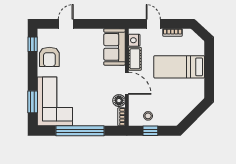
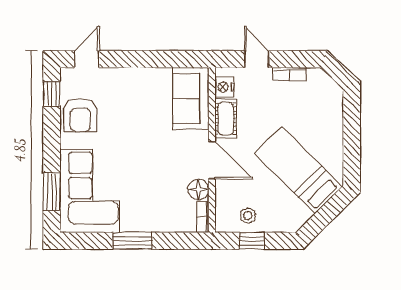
door: (66, 24) -> (87, 59), moved
bed: (179, 67) -> (298, 170), moved, turned 45
window: (80, 131) -> (132, 241), width x0.47

